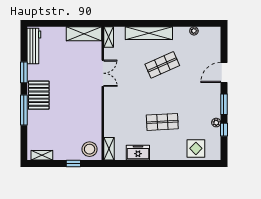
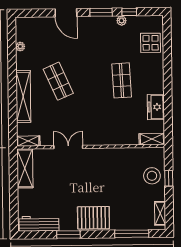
window: (24, 110) -> (132, 234), moved
stool: (90, 149) -> (152, 176), moved

